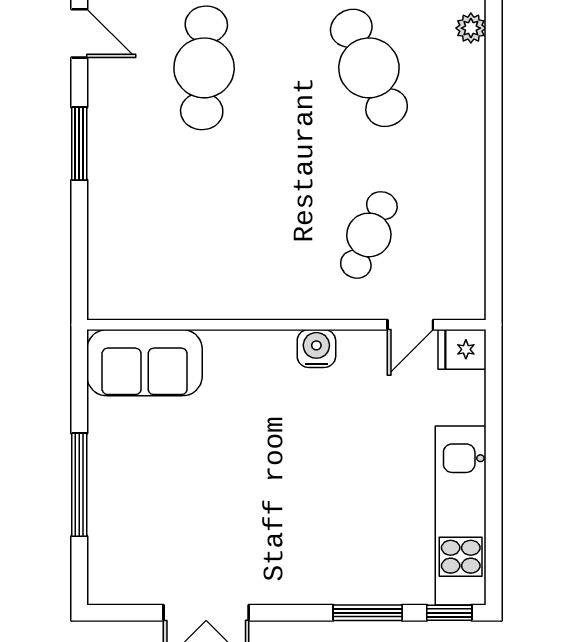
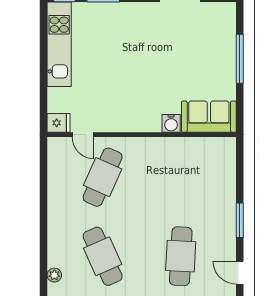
cafe table: (369, 235) -> (103, 177), width x1.37, depth x1.35
door: (410, 325) -> (83, 135), swing flipped
water cooler: (316, 348) -> (171, 123), moved

